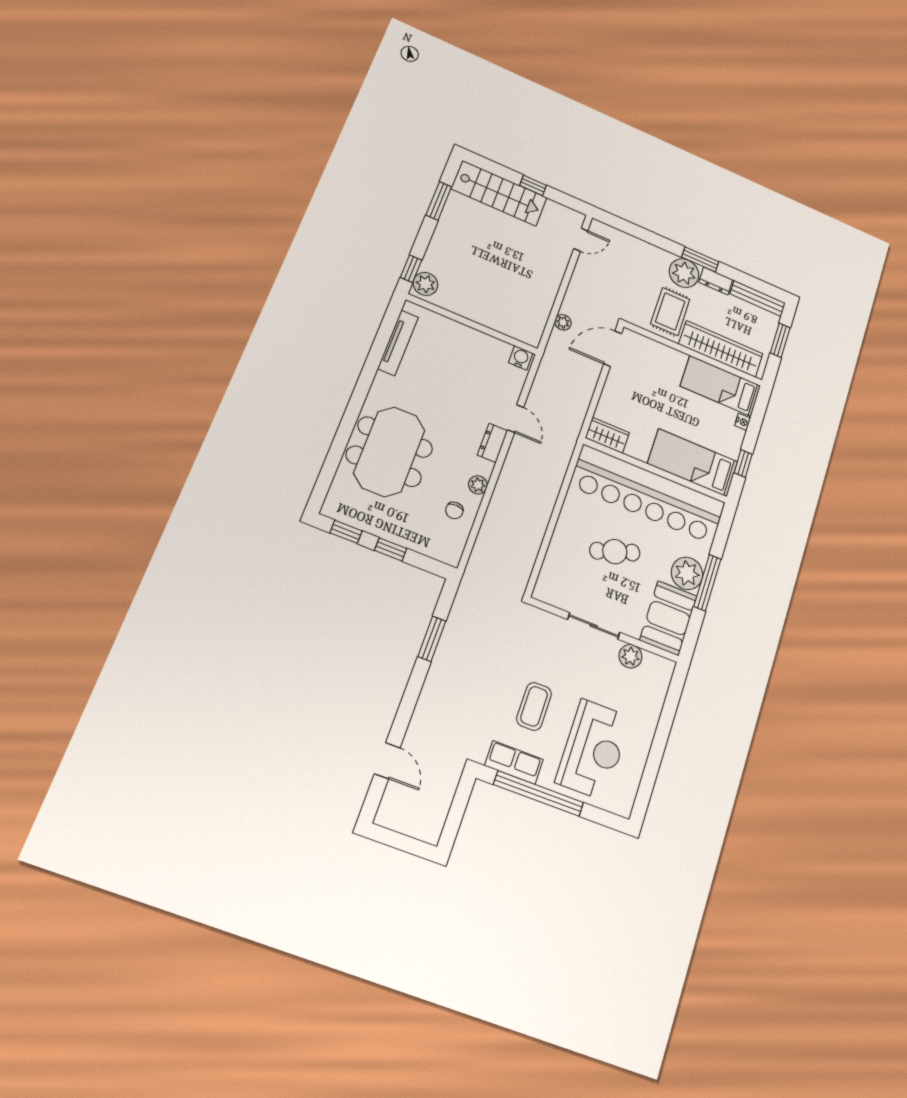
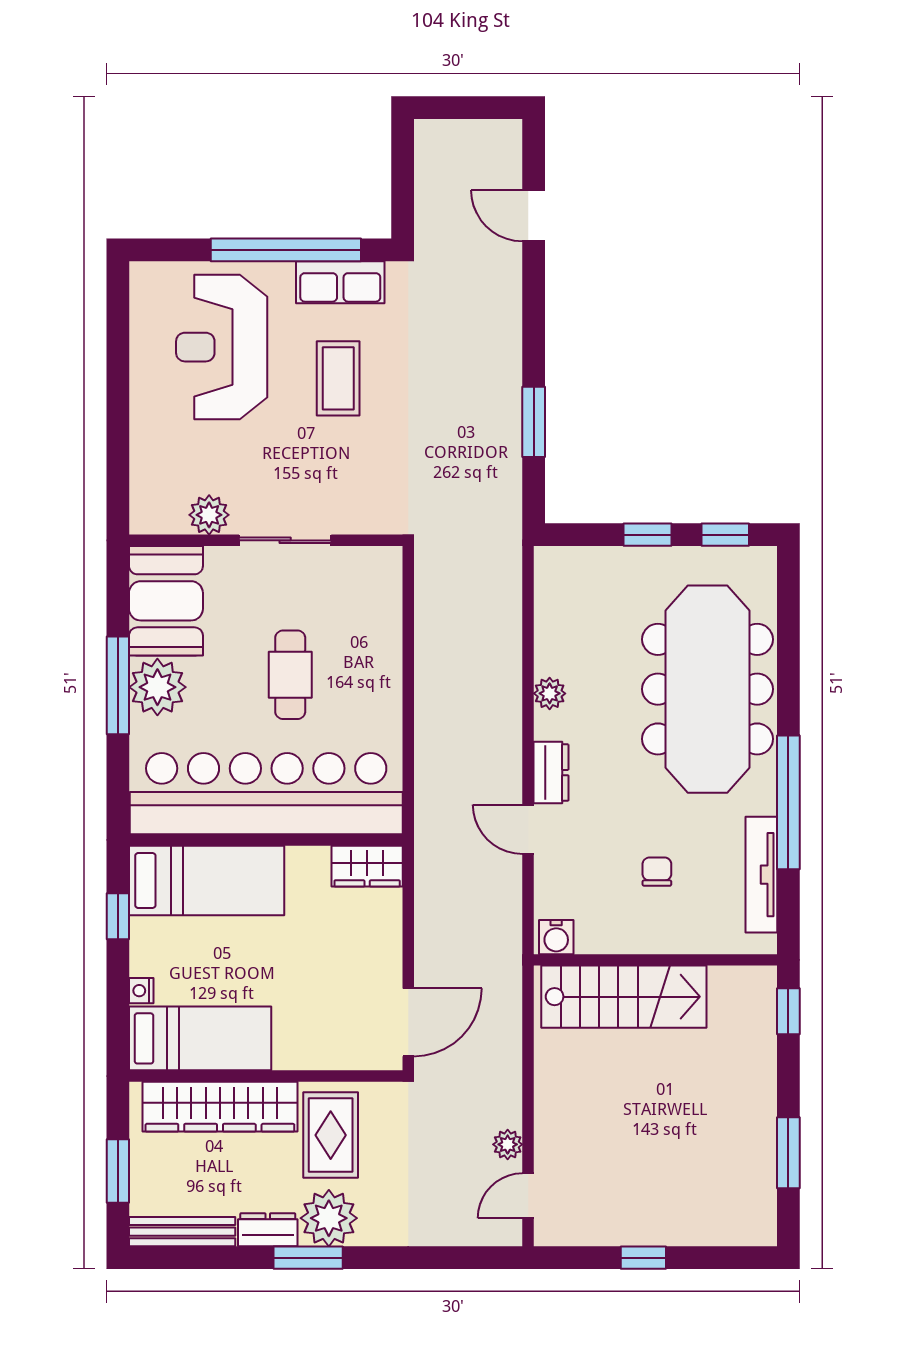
stairs: (499, 193) -> (624, 997), moved, turned 180
plant: (425, 284) -> (756, 996), removed
plant: (563, 322) -> (508, 1144), moved
window: (368, 374) -> (788, 802), added
meeting table: (389, 452) -> (707, 689), width x1.36
chair: (454, 510) -> (657, 872), moved
cafe table: (615, 552) -> (290, 675), turned -71

